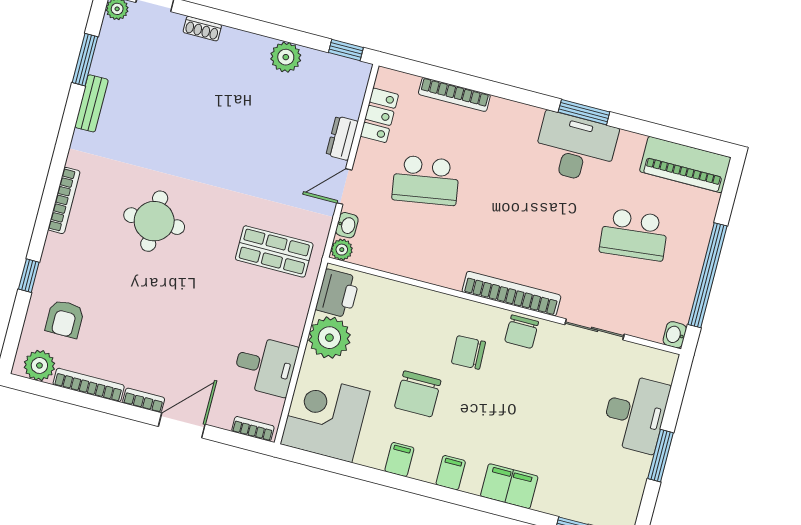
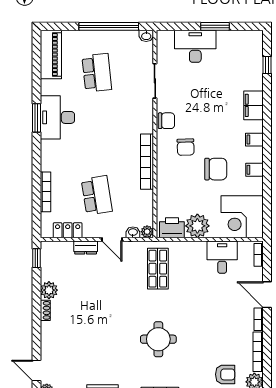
shoe rack: (202, 29) -> (45, 310), moved
bookcase: (511, 294) -> (147, 162), moved

